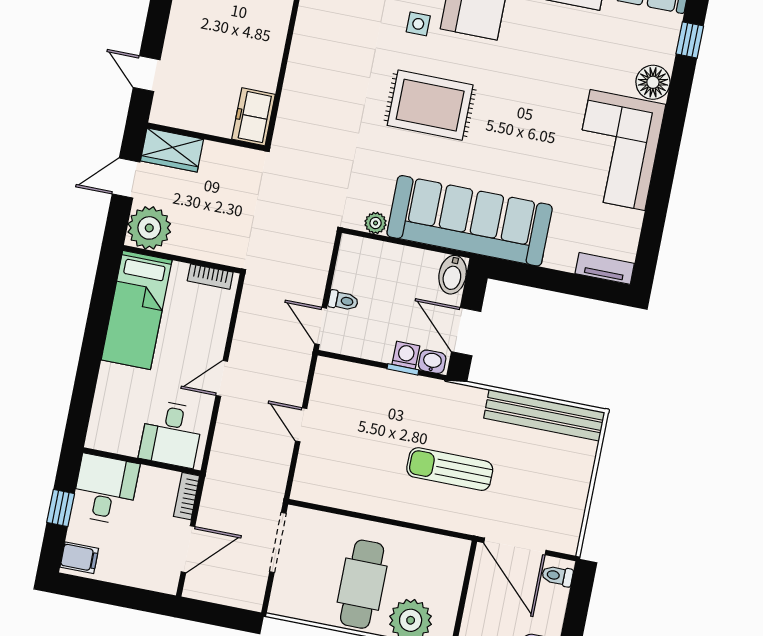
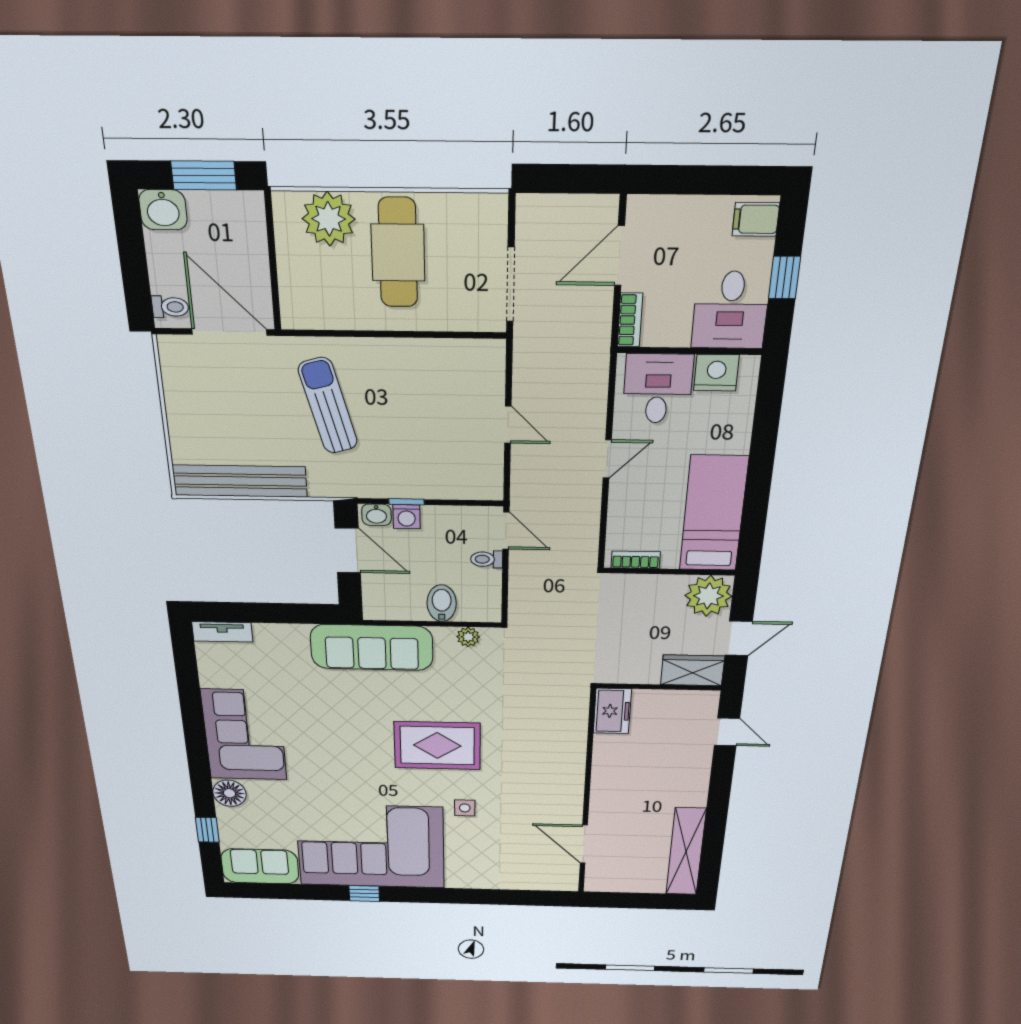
sofa: (470, 221) -> (372, 647), width x0.74, depth x0.79
bidet: (453, 275) -> (442, 603), moved
nightstand: (122, 439) -> (716, 373), added
sun lounger: (450, 469) -> (328, 406), turned -105

